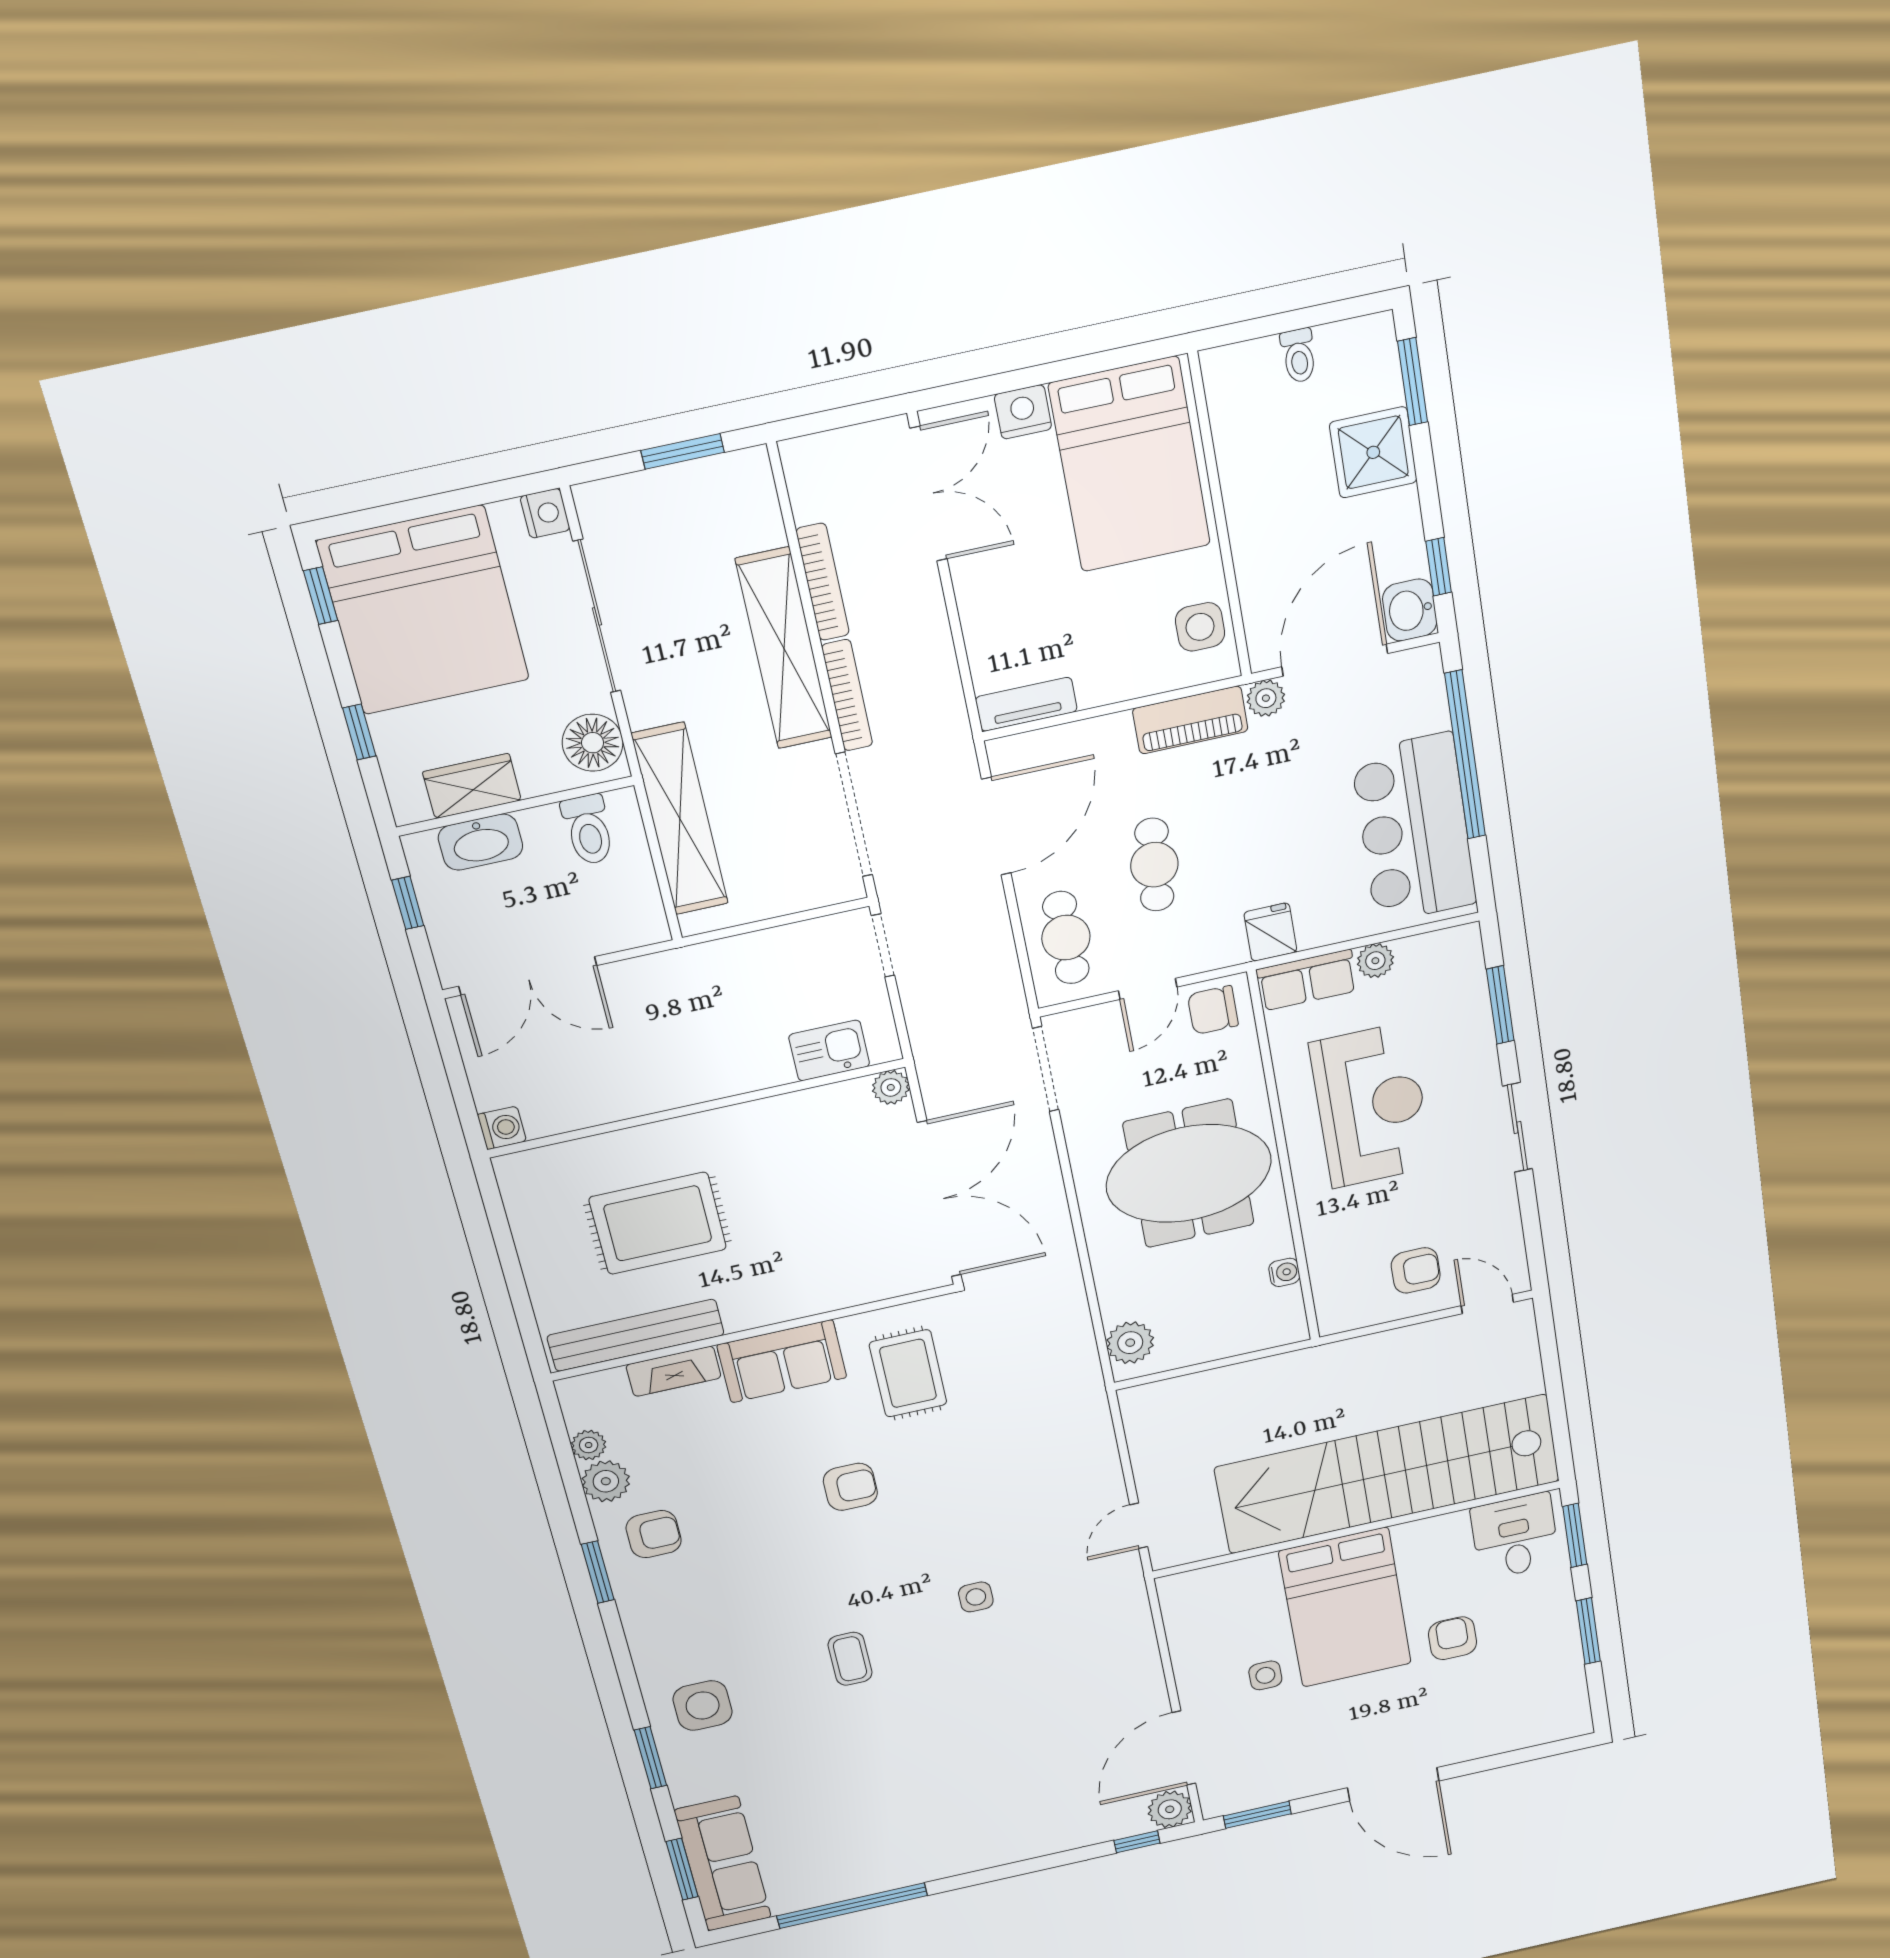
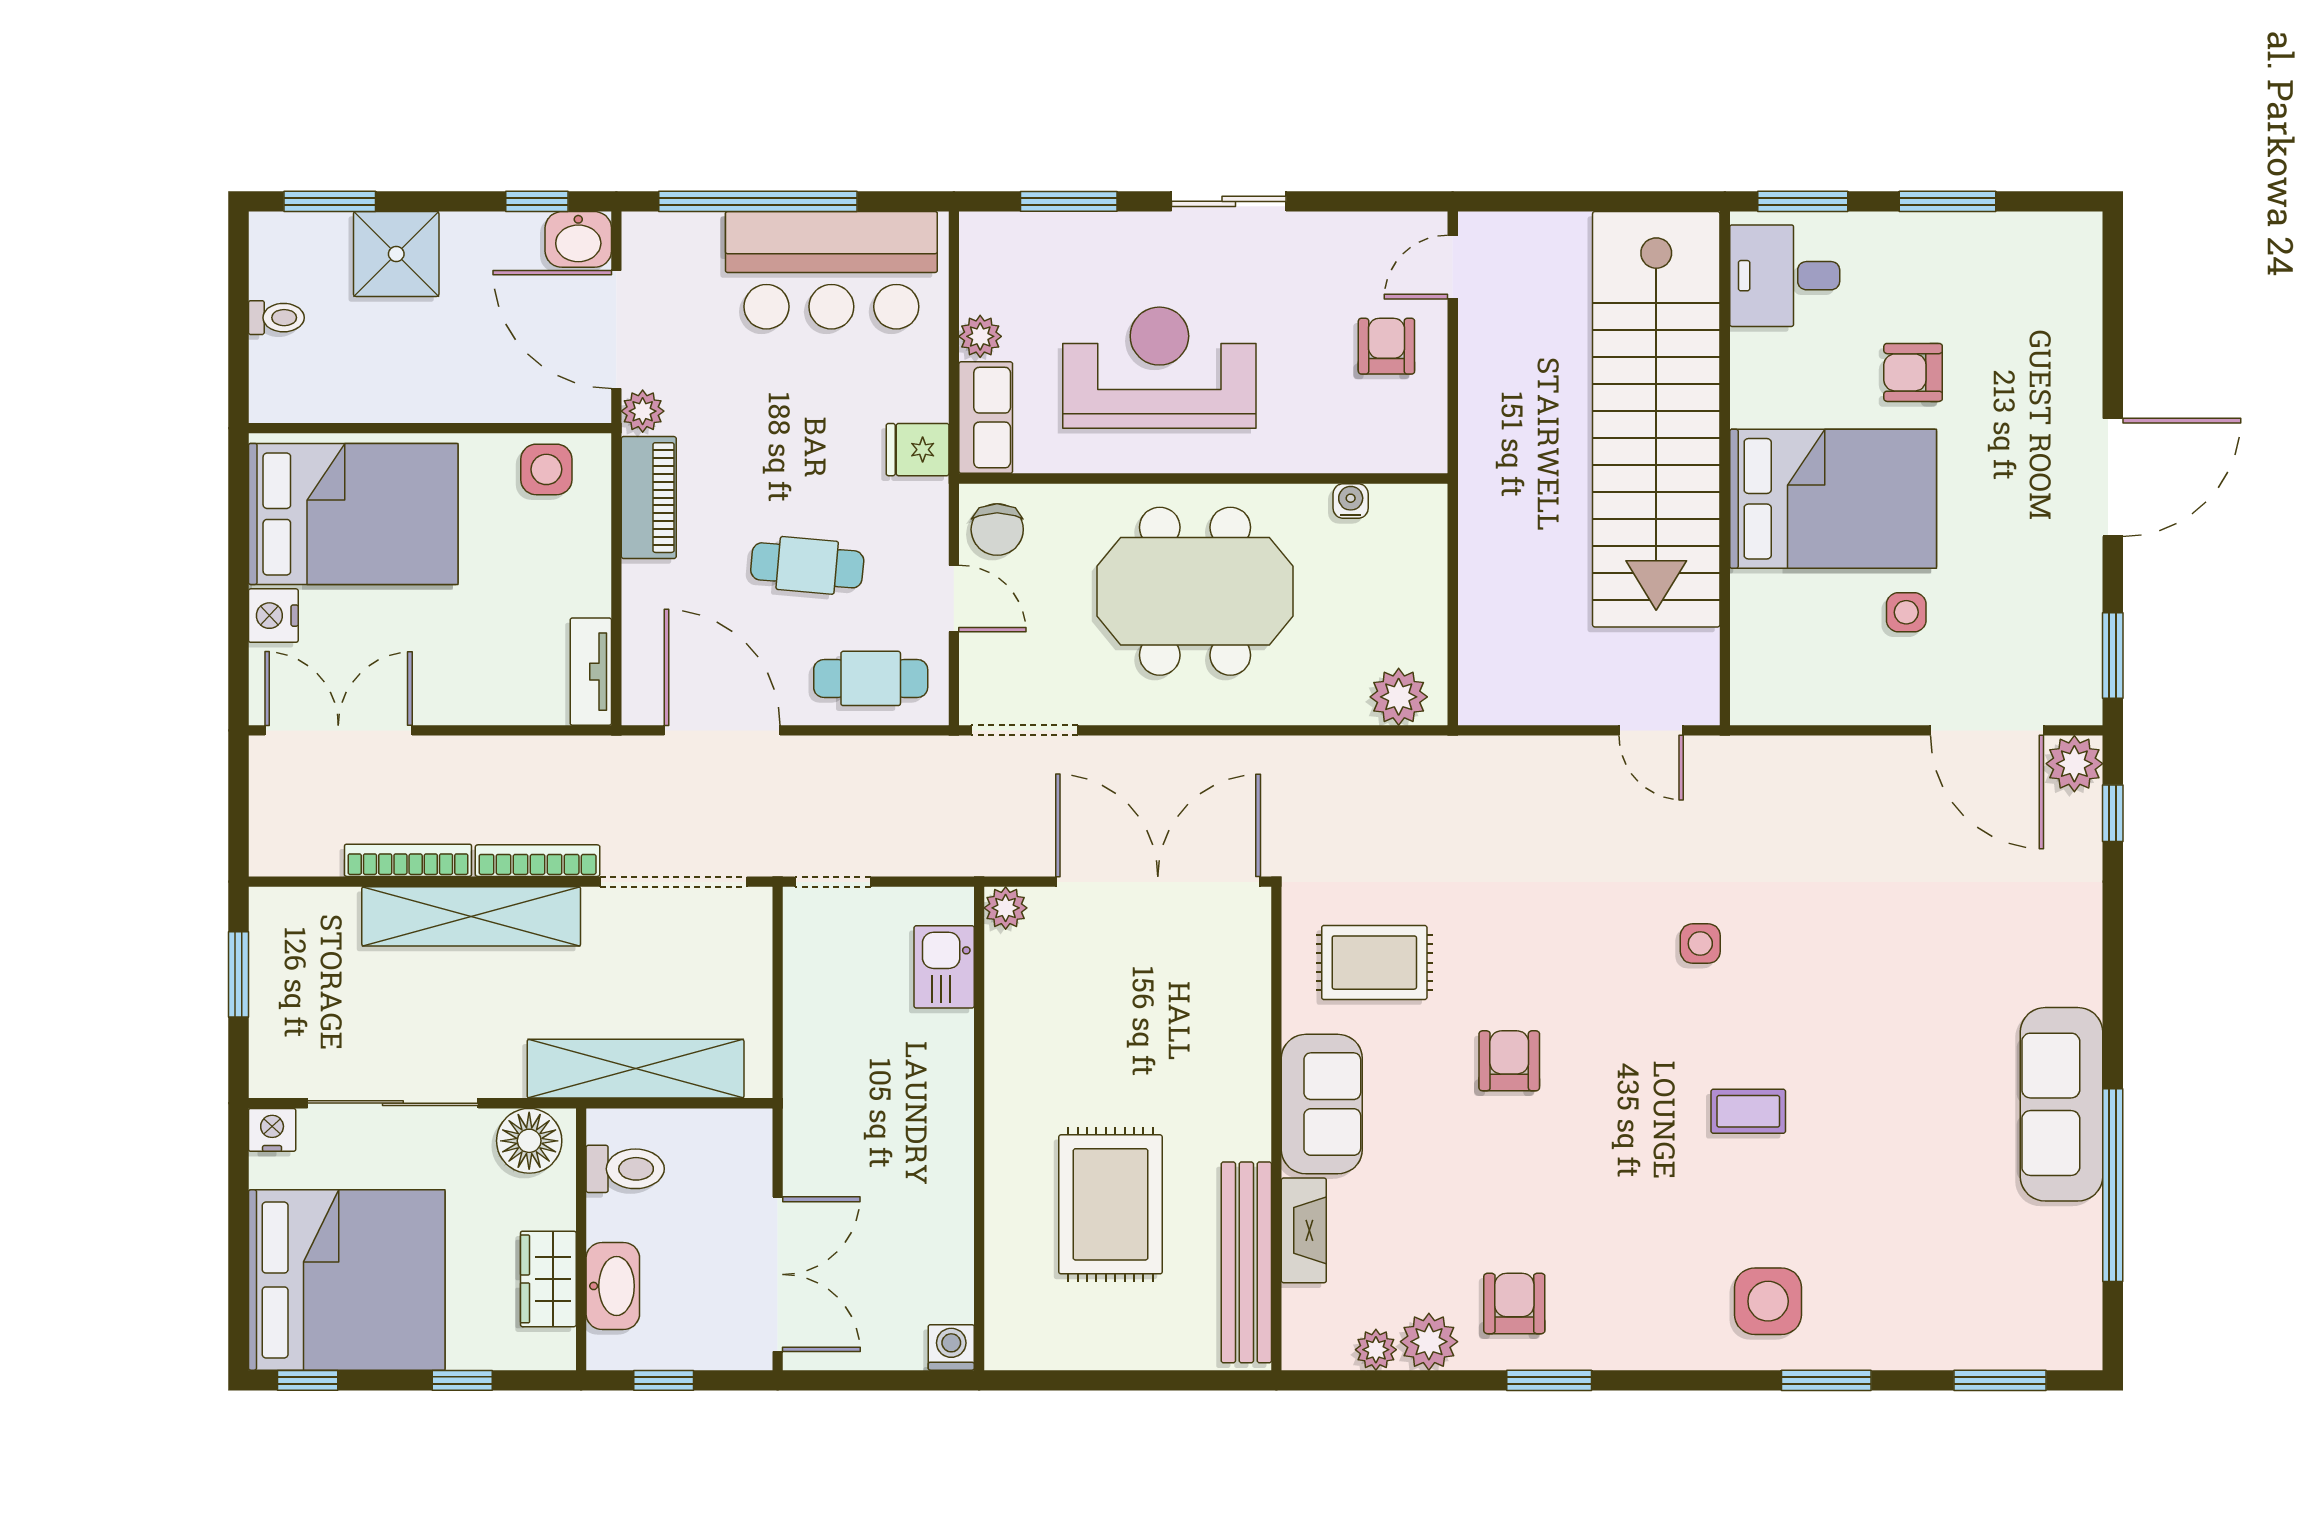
meeting table: (1189, 1174) -> (1195, 591), turned 90
sofa: (723, 1864) -> (2062, 1104), moved, turned -90

